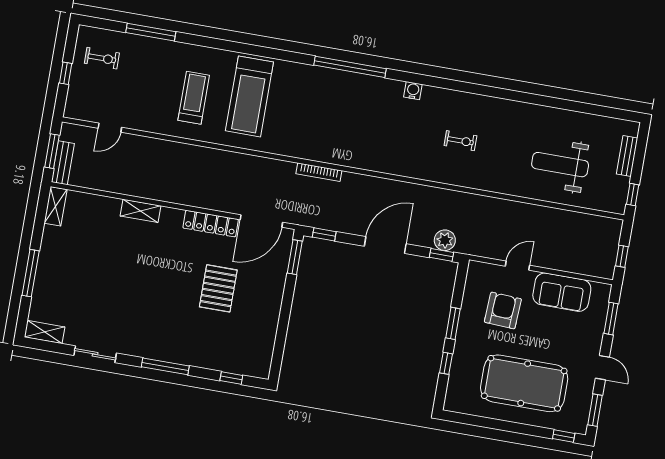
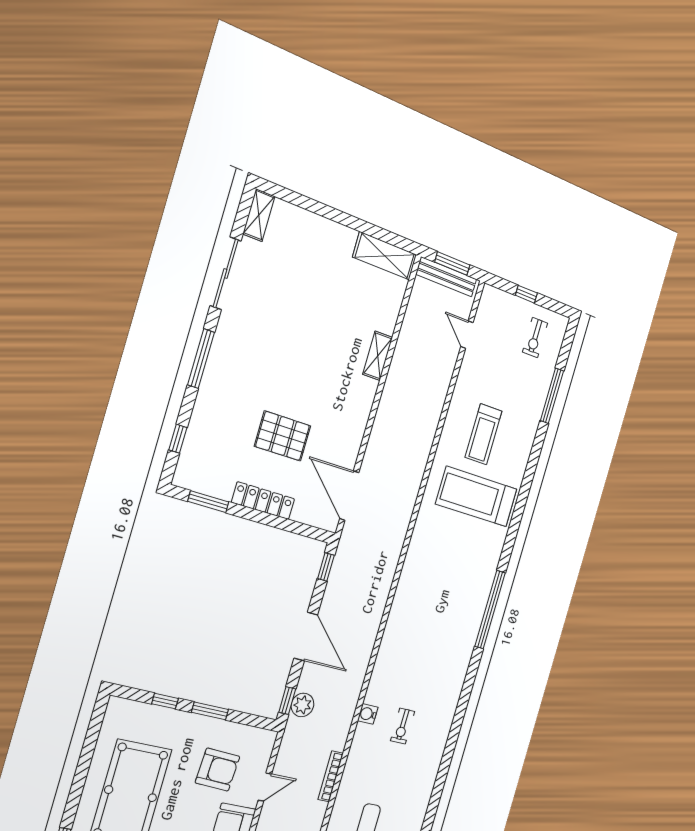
water cooler: (413, 91) -> (368, 714), moved, turned 180
treadmill: (194, 98) -> (483, 434), turned 90
bench: (63, 163) -> (446, 277), width x1.36
bookcase: (319, 172) -> (331, 776), moved
shelving: (56, 206) -> (385, 256), width x1.50, depth x1.33
locker: (211, 224) -> (263, 501), moved, turned 90
window: (295, 257) -> (208, 502), moved
door: (518, 266) -> (265, 787), hinge flipped
window: (31, 273) -> (327, 212), removed
sliding door: (95, 354) -> (226, 273), width x1.37

